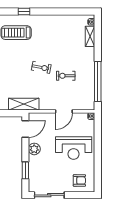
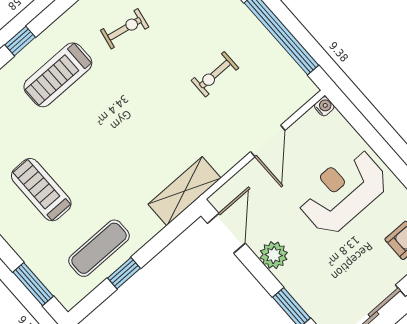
window: (24, 11) -> (20, 41), moved
exercise bike: (41, 67) -> (125, 29), moved
reception desk: (74, 148) -> (343, 192), turned 180

